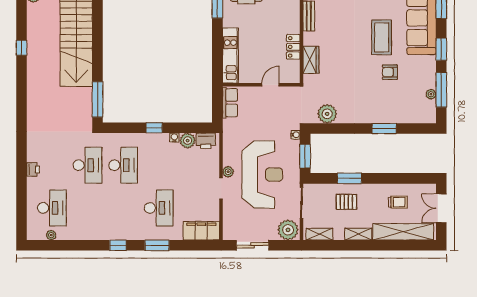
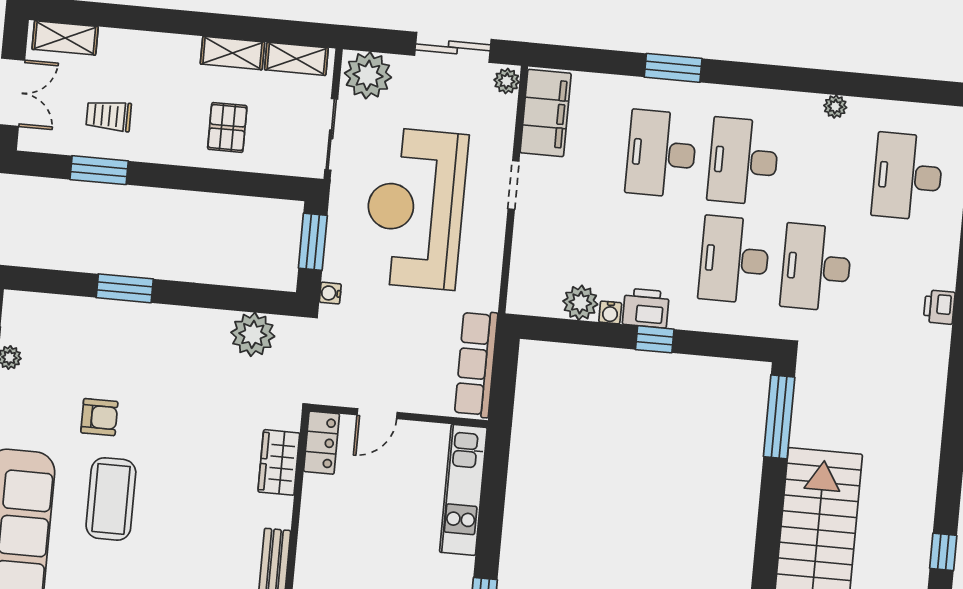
locker: (293, 47) -> (322, 443), moved
row of seats: (230, 103) -> (476, 364), width x1.48
printer: (206, 141) -> (646, 308), moved
printer: (33, 169) -> (939, 307), moved
plant: (228, 172) -> (507, 81), moved
window: (349, 178) -> (99, 170), moved
pallet: (346, 202) -> (227, 127), turned 90
desk: (123, 208) -> (743, 161), added
filing cabinet: (201, 231) -> (546, 113), moved, turned -90
shelving: (403, 232) -> (65, 38), width x0.45, depth x0.75
shelving: (358, 234) -> (232, 53), moved
plant: (51, 235) -> (835, 107), moved
window: (118, 245) -> (763, 76), removed

